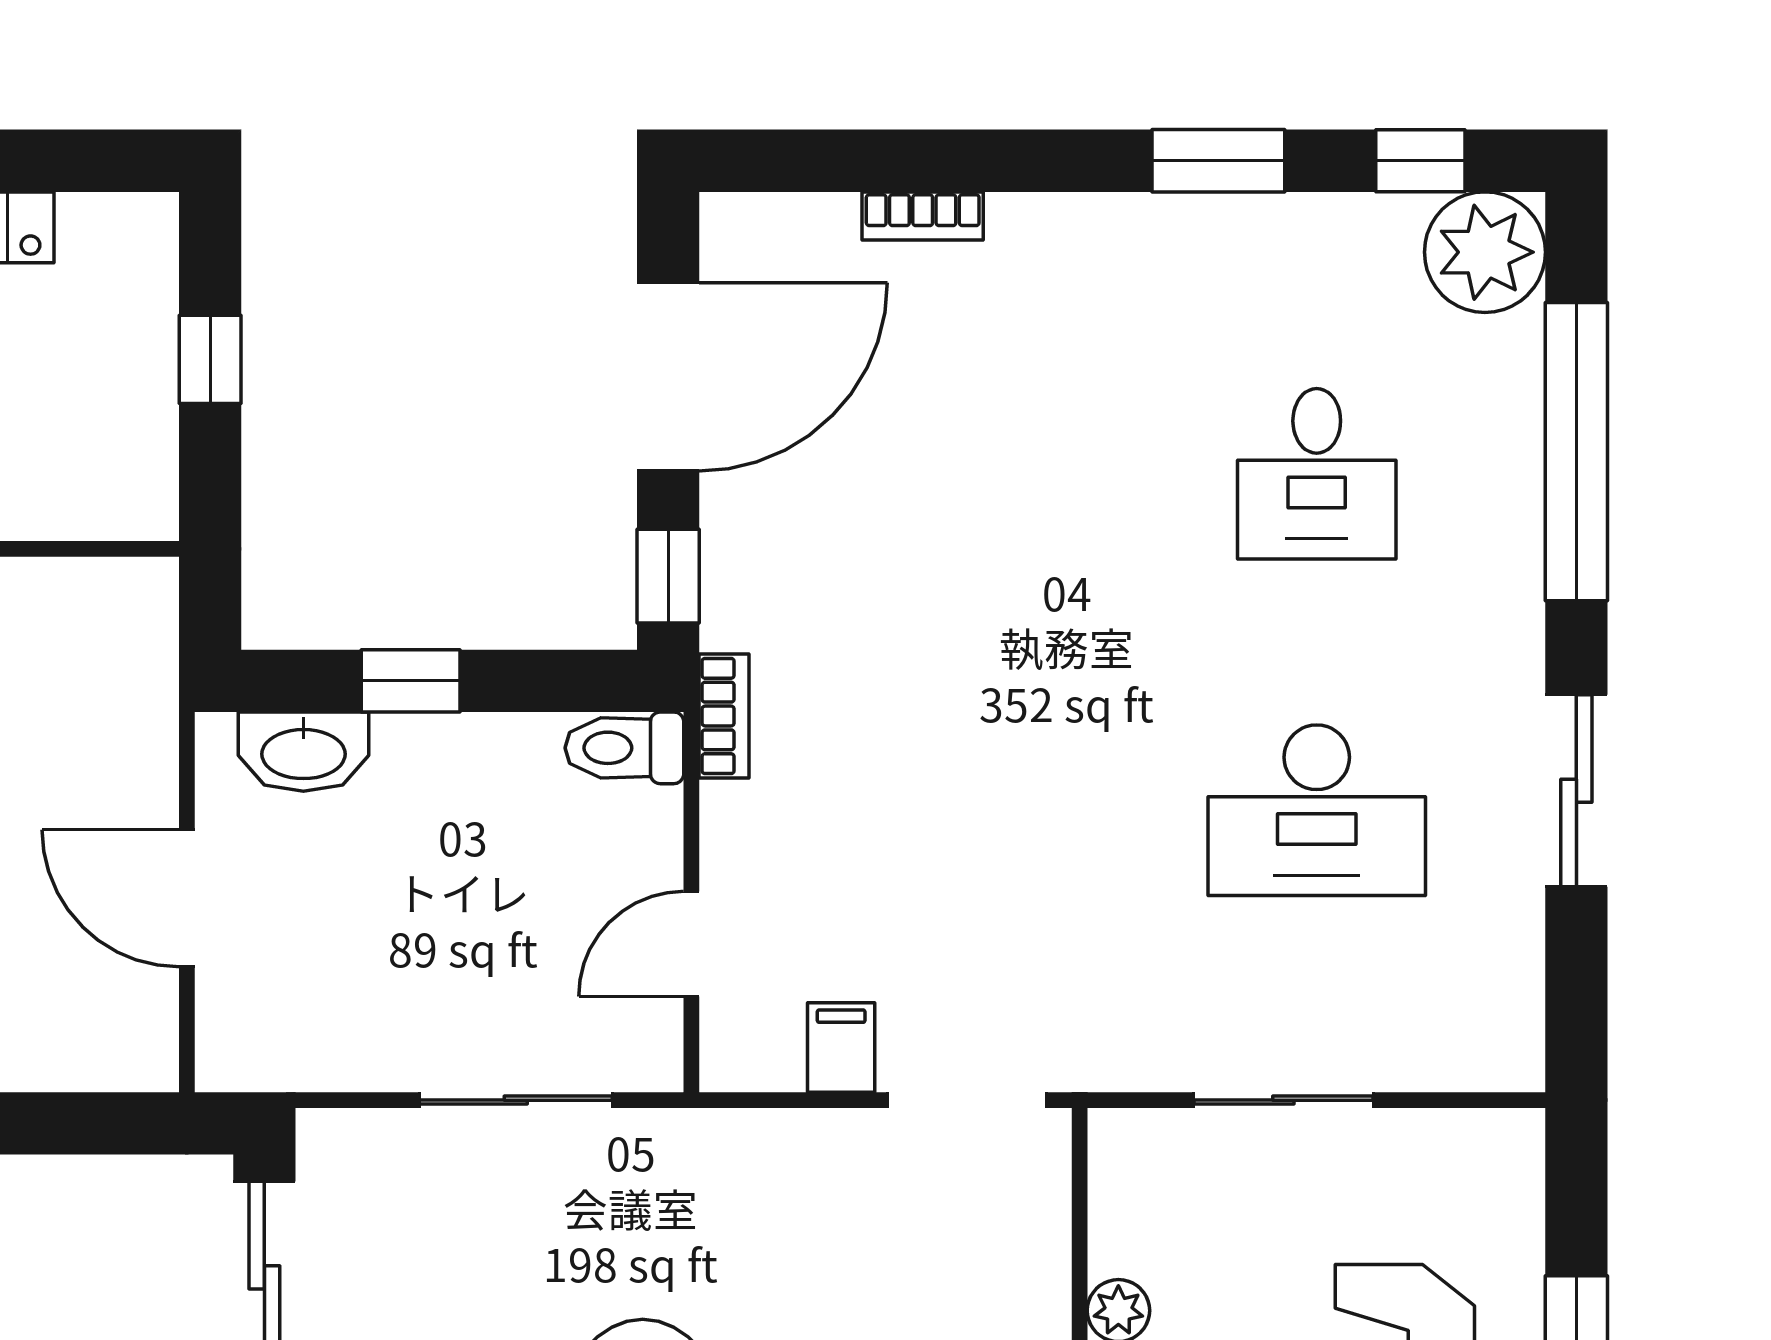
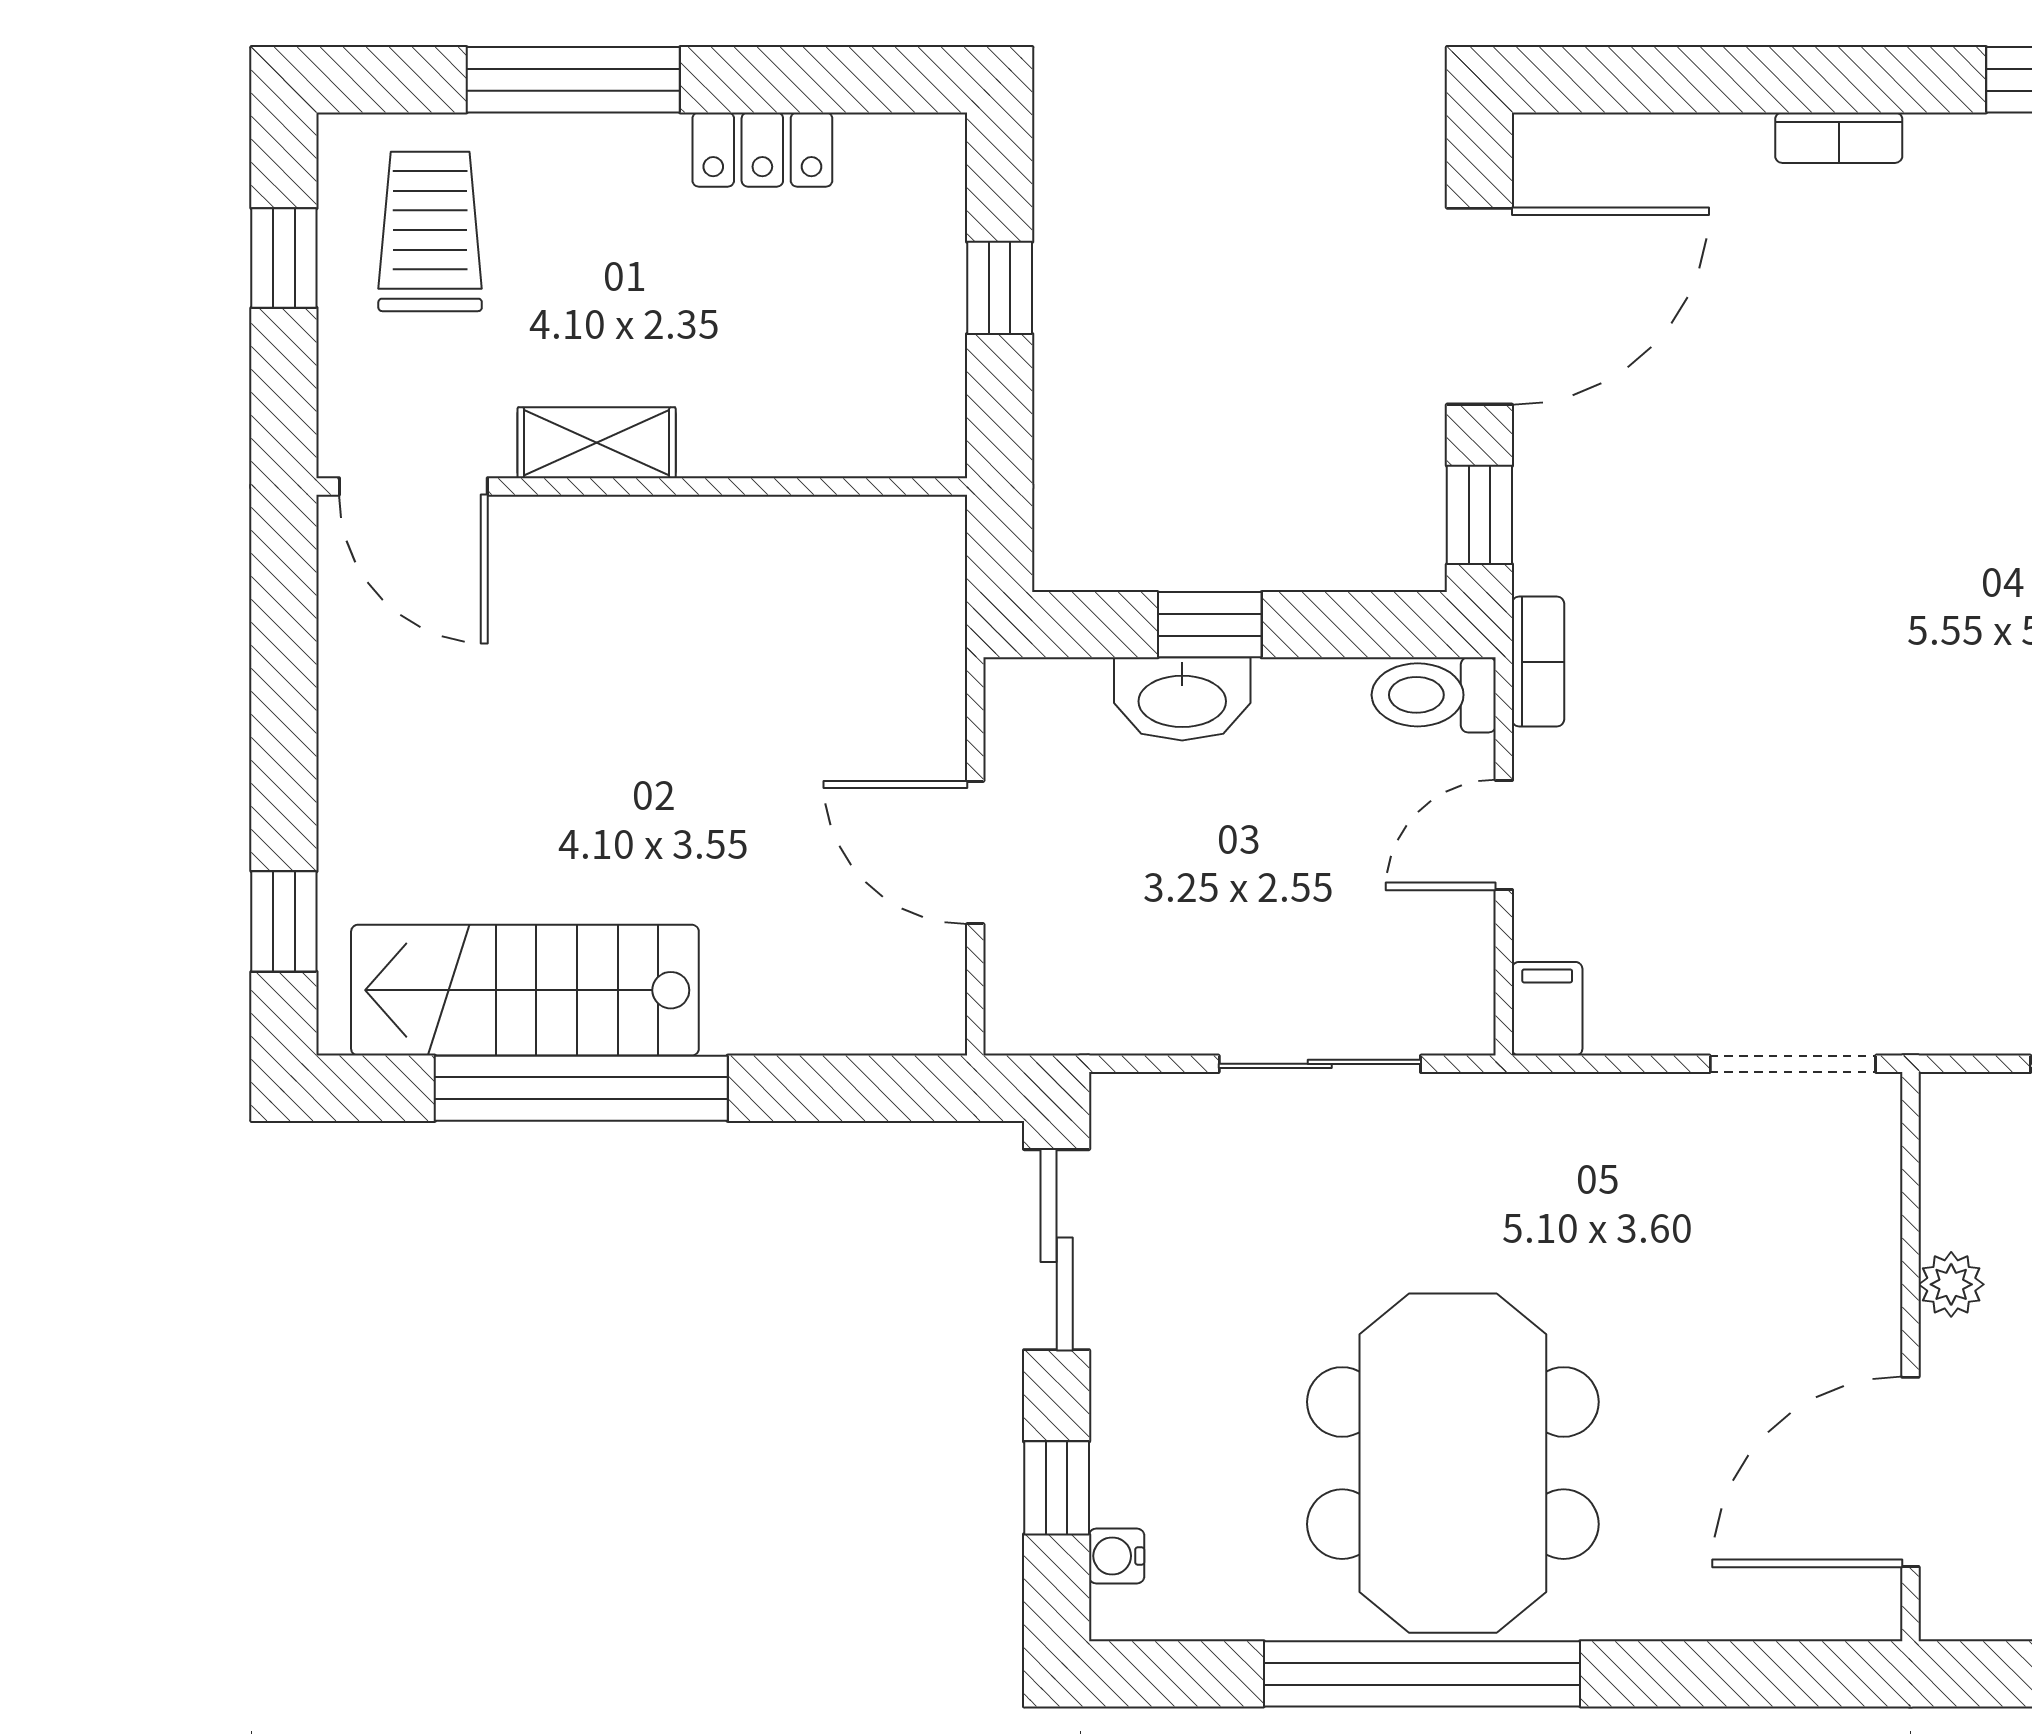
bookcase: (923, 216) -> (1839, 138), moved
washbasin: (303, 752) -> (1182, 699), moved
door: (691, 944) -> (1504, 835), moved
filing cabinet: (841, 1048) -> (1547, 1009), moved

